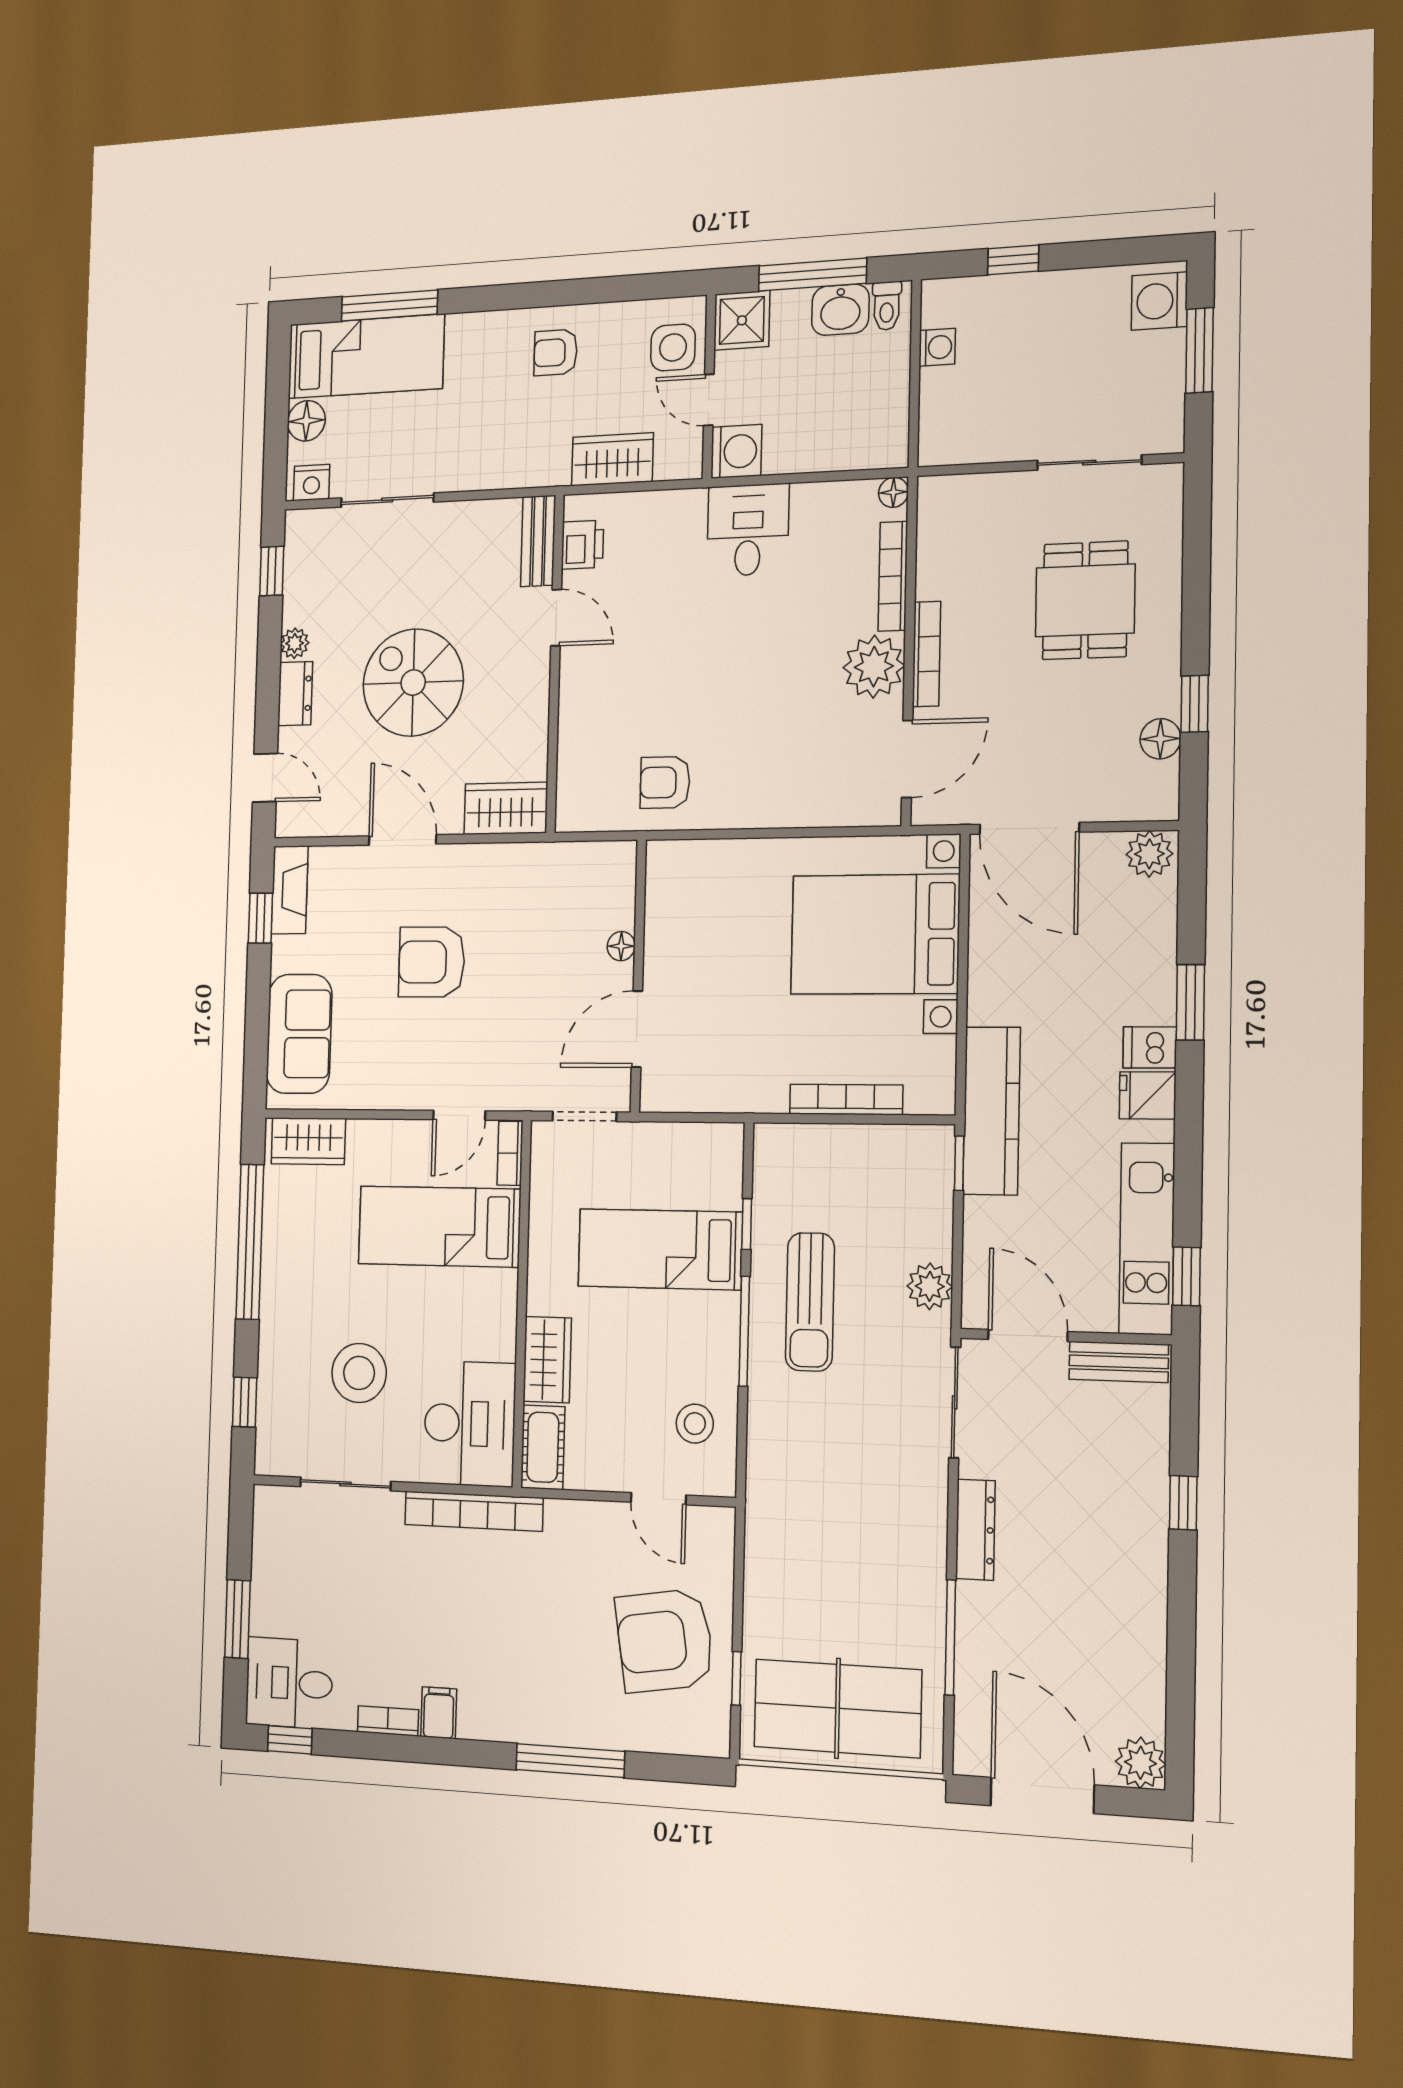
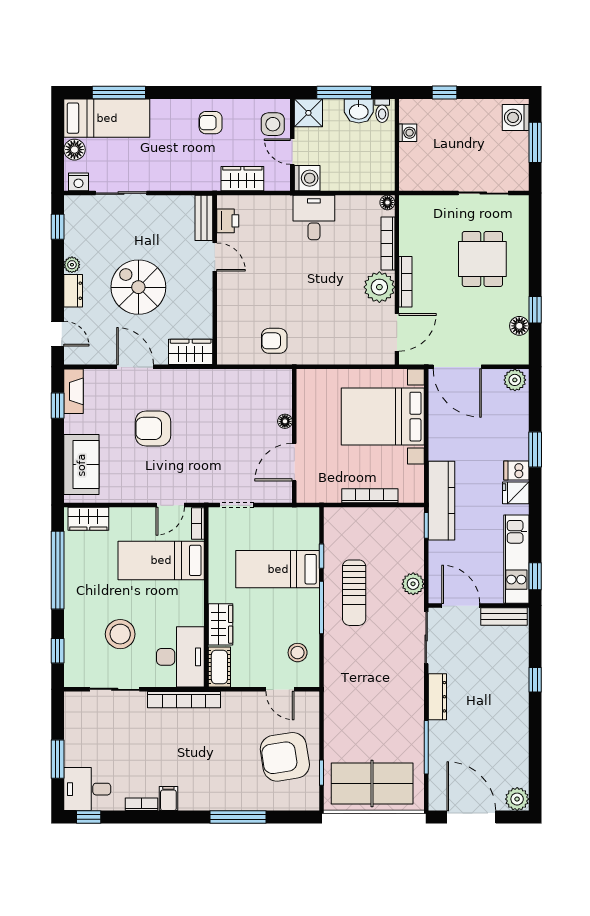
floor lamp: (621, 946) -> (285, 421), moved
wall: (638, 976) -> (294, 436), moved
door: (637, 1029) -> (294, 462), moved

